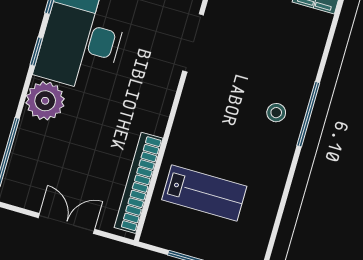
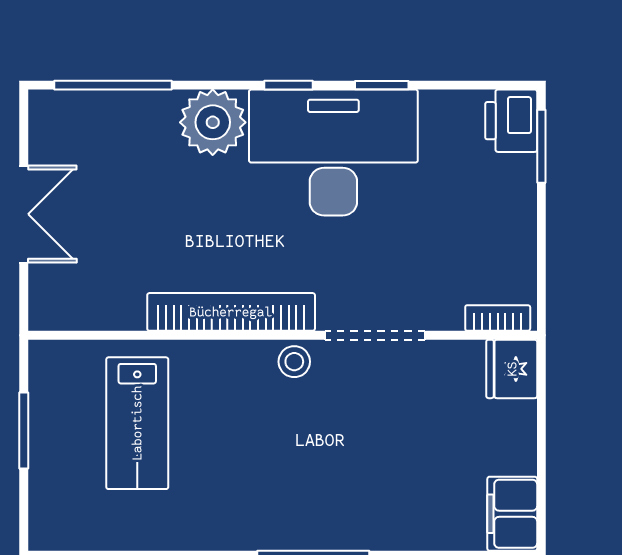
stool: (276, 113) -> (294, 362), moved
bookcase: (139, 183) -> (231, 312), moved

